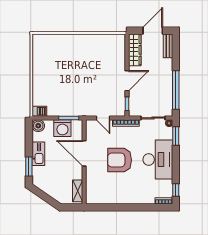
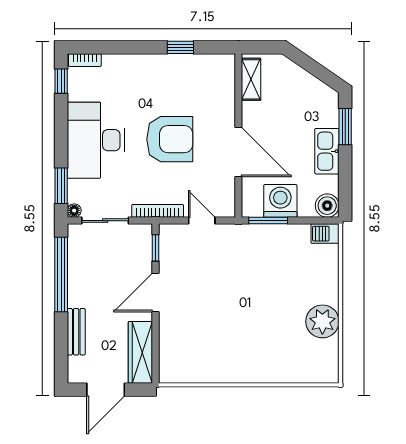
bench: (168, 46) -> (76, 332), moved
plant: (41, 66) -> (322, 321), added
window: (114, 207) -> (180, 47), added

